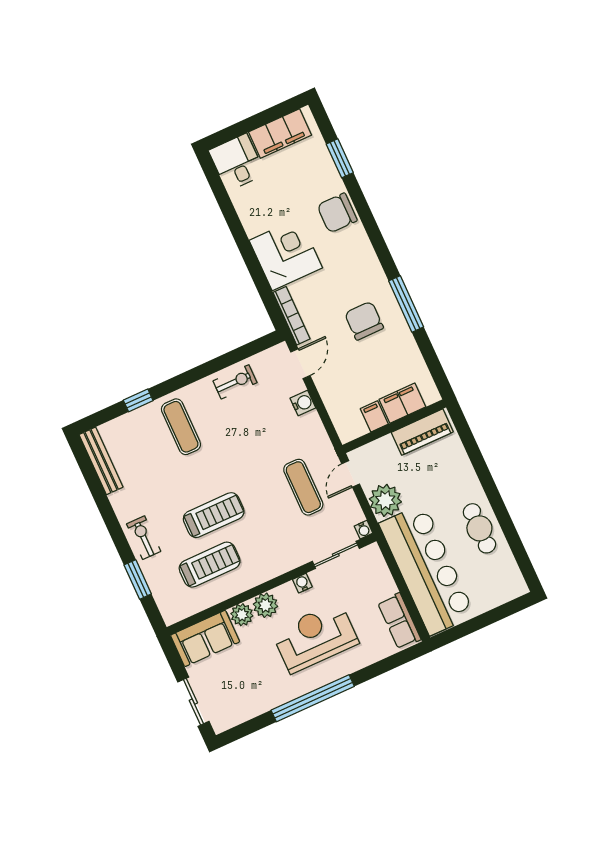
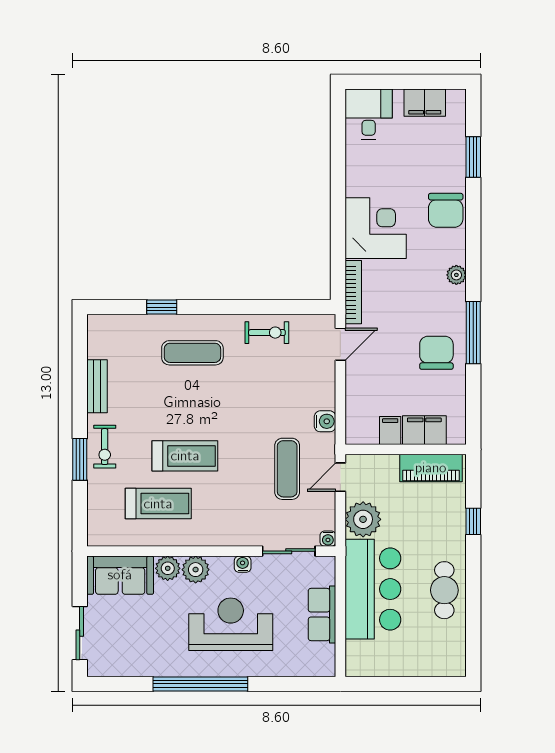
filing cabinet: (280, 133) -> (425, 103), width x0.67, depth x0.86
chair: (337, 213) -> (446, 210), turned -90
plant: (370, 262) -> (456, 275), added
chair: (364, 321) -> (436, 353), moved
water cooler: (303, 403) -> (325, 421), moved
exercise mat: (181, 427) -> (192, 353), turned 90
window: (477, 460) -> (473, 521), added
bench: (101, 461) -> (97, 386), moved, width x0.73
exercise bike: (144, 538) -> (105, 447), turned 180
bar counter: (427, 569) -> (373, 589), width x0.73
window: (138, 579) -> (80, 459), moved
row of seats: (399, 621) -> (322, 614), moved

